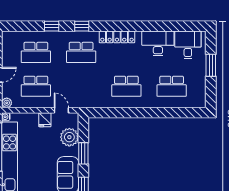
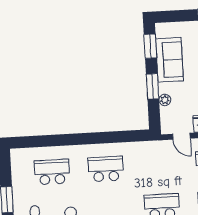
plant: (69, 137) -> (165, 100), width x0.53, depth x0.53

